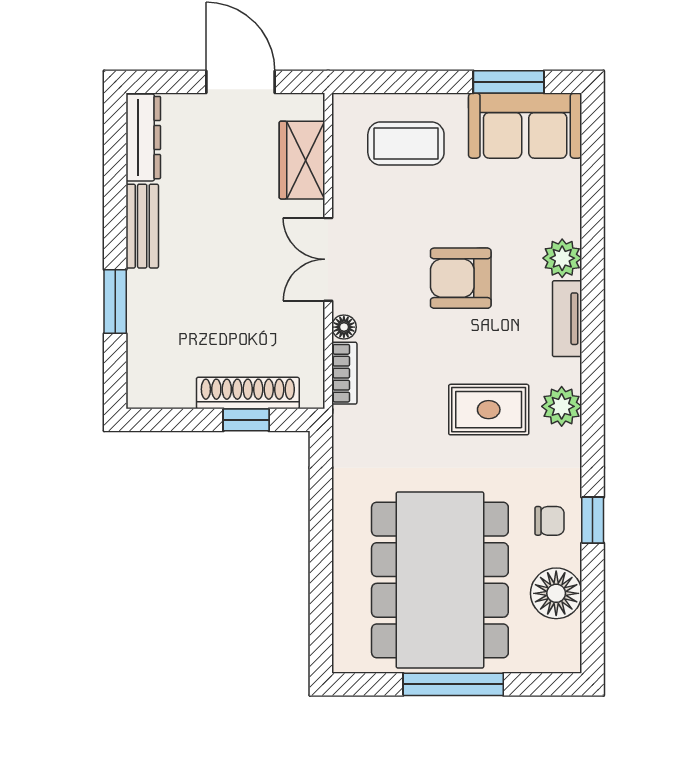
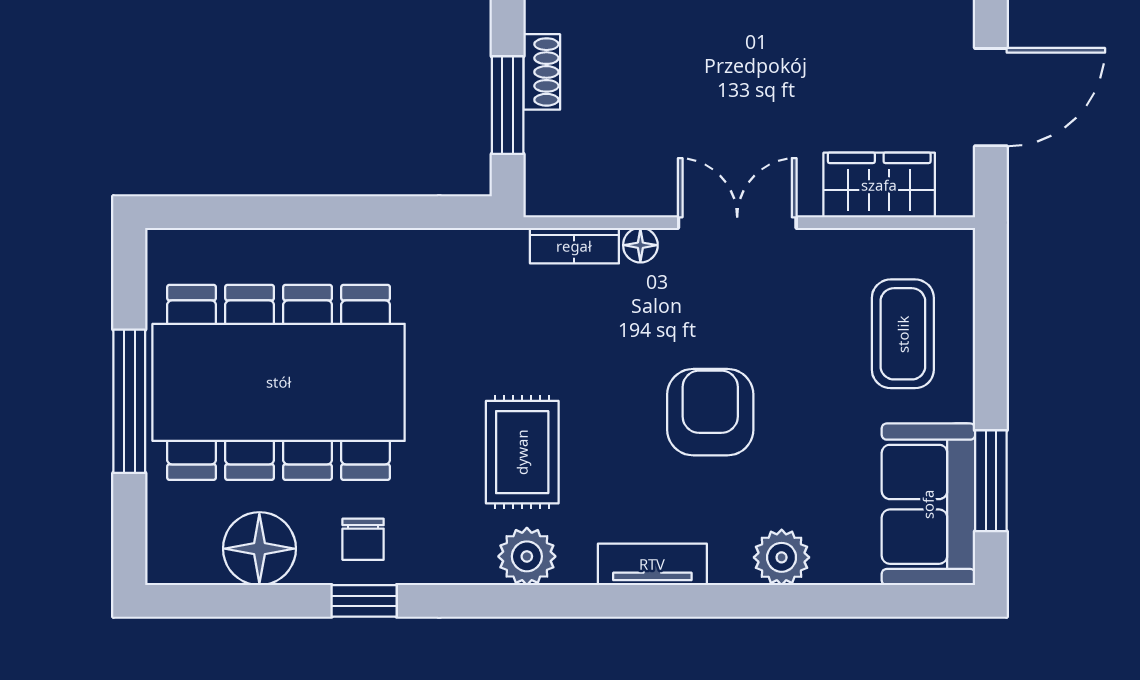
plant: (562, 258) -> (782, 557), moved
shoe rack: (248, 393) -> (542, 72), width x0.51, depth x0.81
window: (246, 420) -> (508, 105), width x1.50

